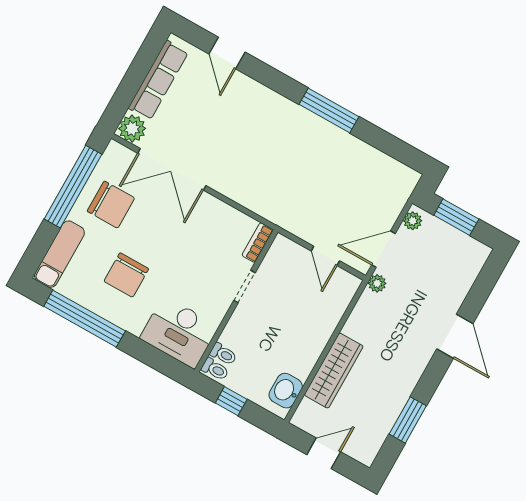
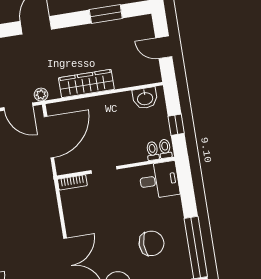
door: (325, 256) -> (49, 137), width x1.87
desk: (179, 332) -> (159, 180), width x0.73
wardrobe: (334, 371) -> (86, 84), moved

